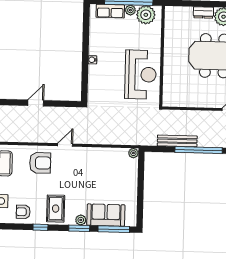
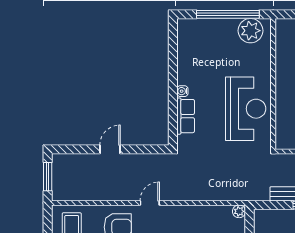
plant: (130, 10) -> (230, 25), removed
row of seats: (110, 11) -> (186, 116), moved, turned -90

